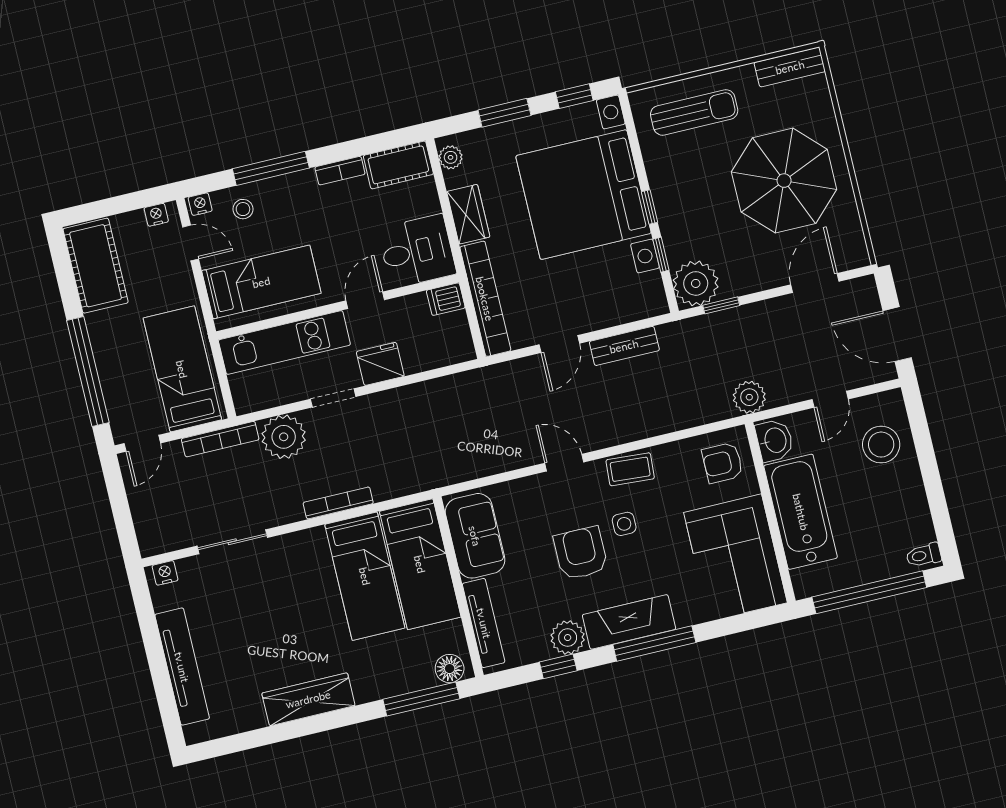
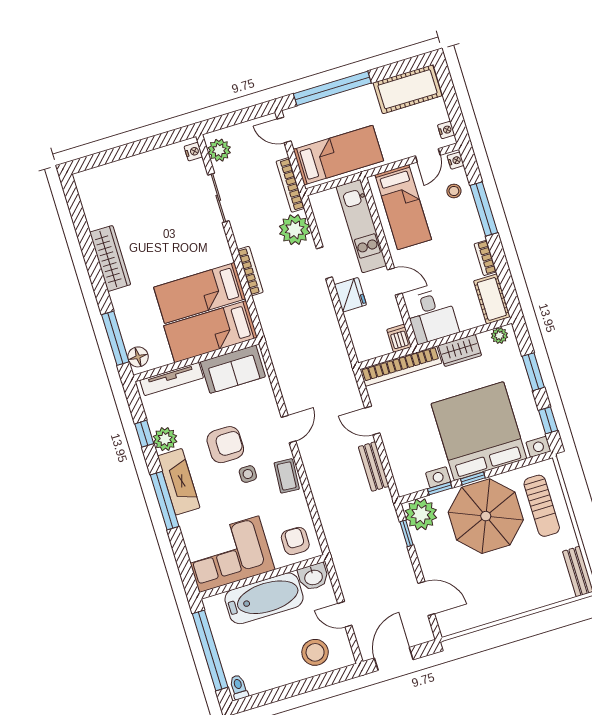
parasol: (784, 181) -> (486, 516), moved
plant: (749, 397) -> (219, 150), moved
tv unit: (182, 667) -> (128, 168), removed

